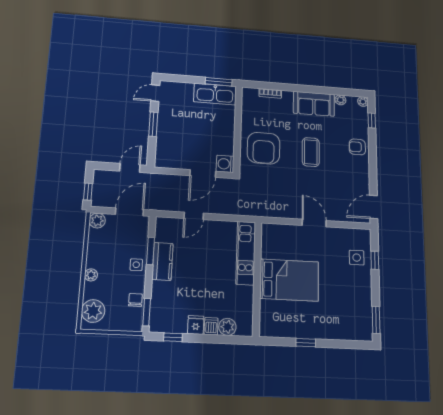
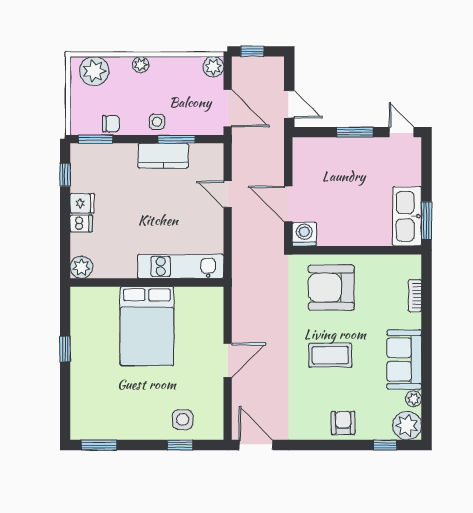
plant: (363, 102) -> (407, 426), width x1.88, depth x1.88
plant: (227, 327) -> (81, 267), moved

